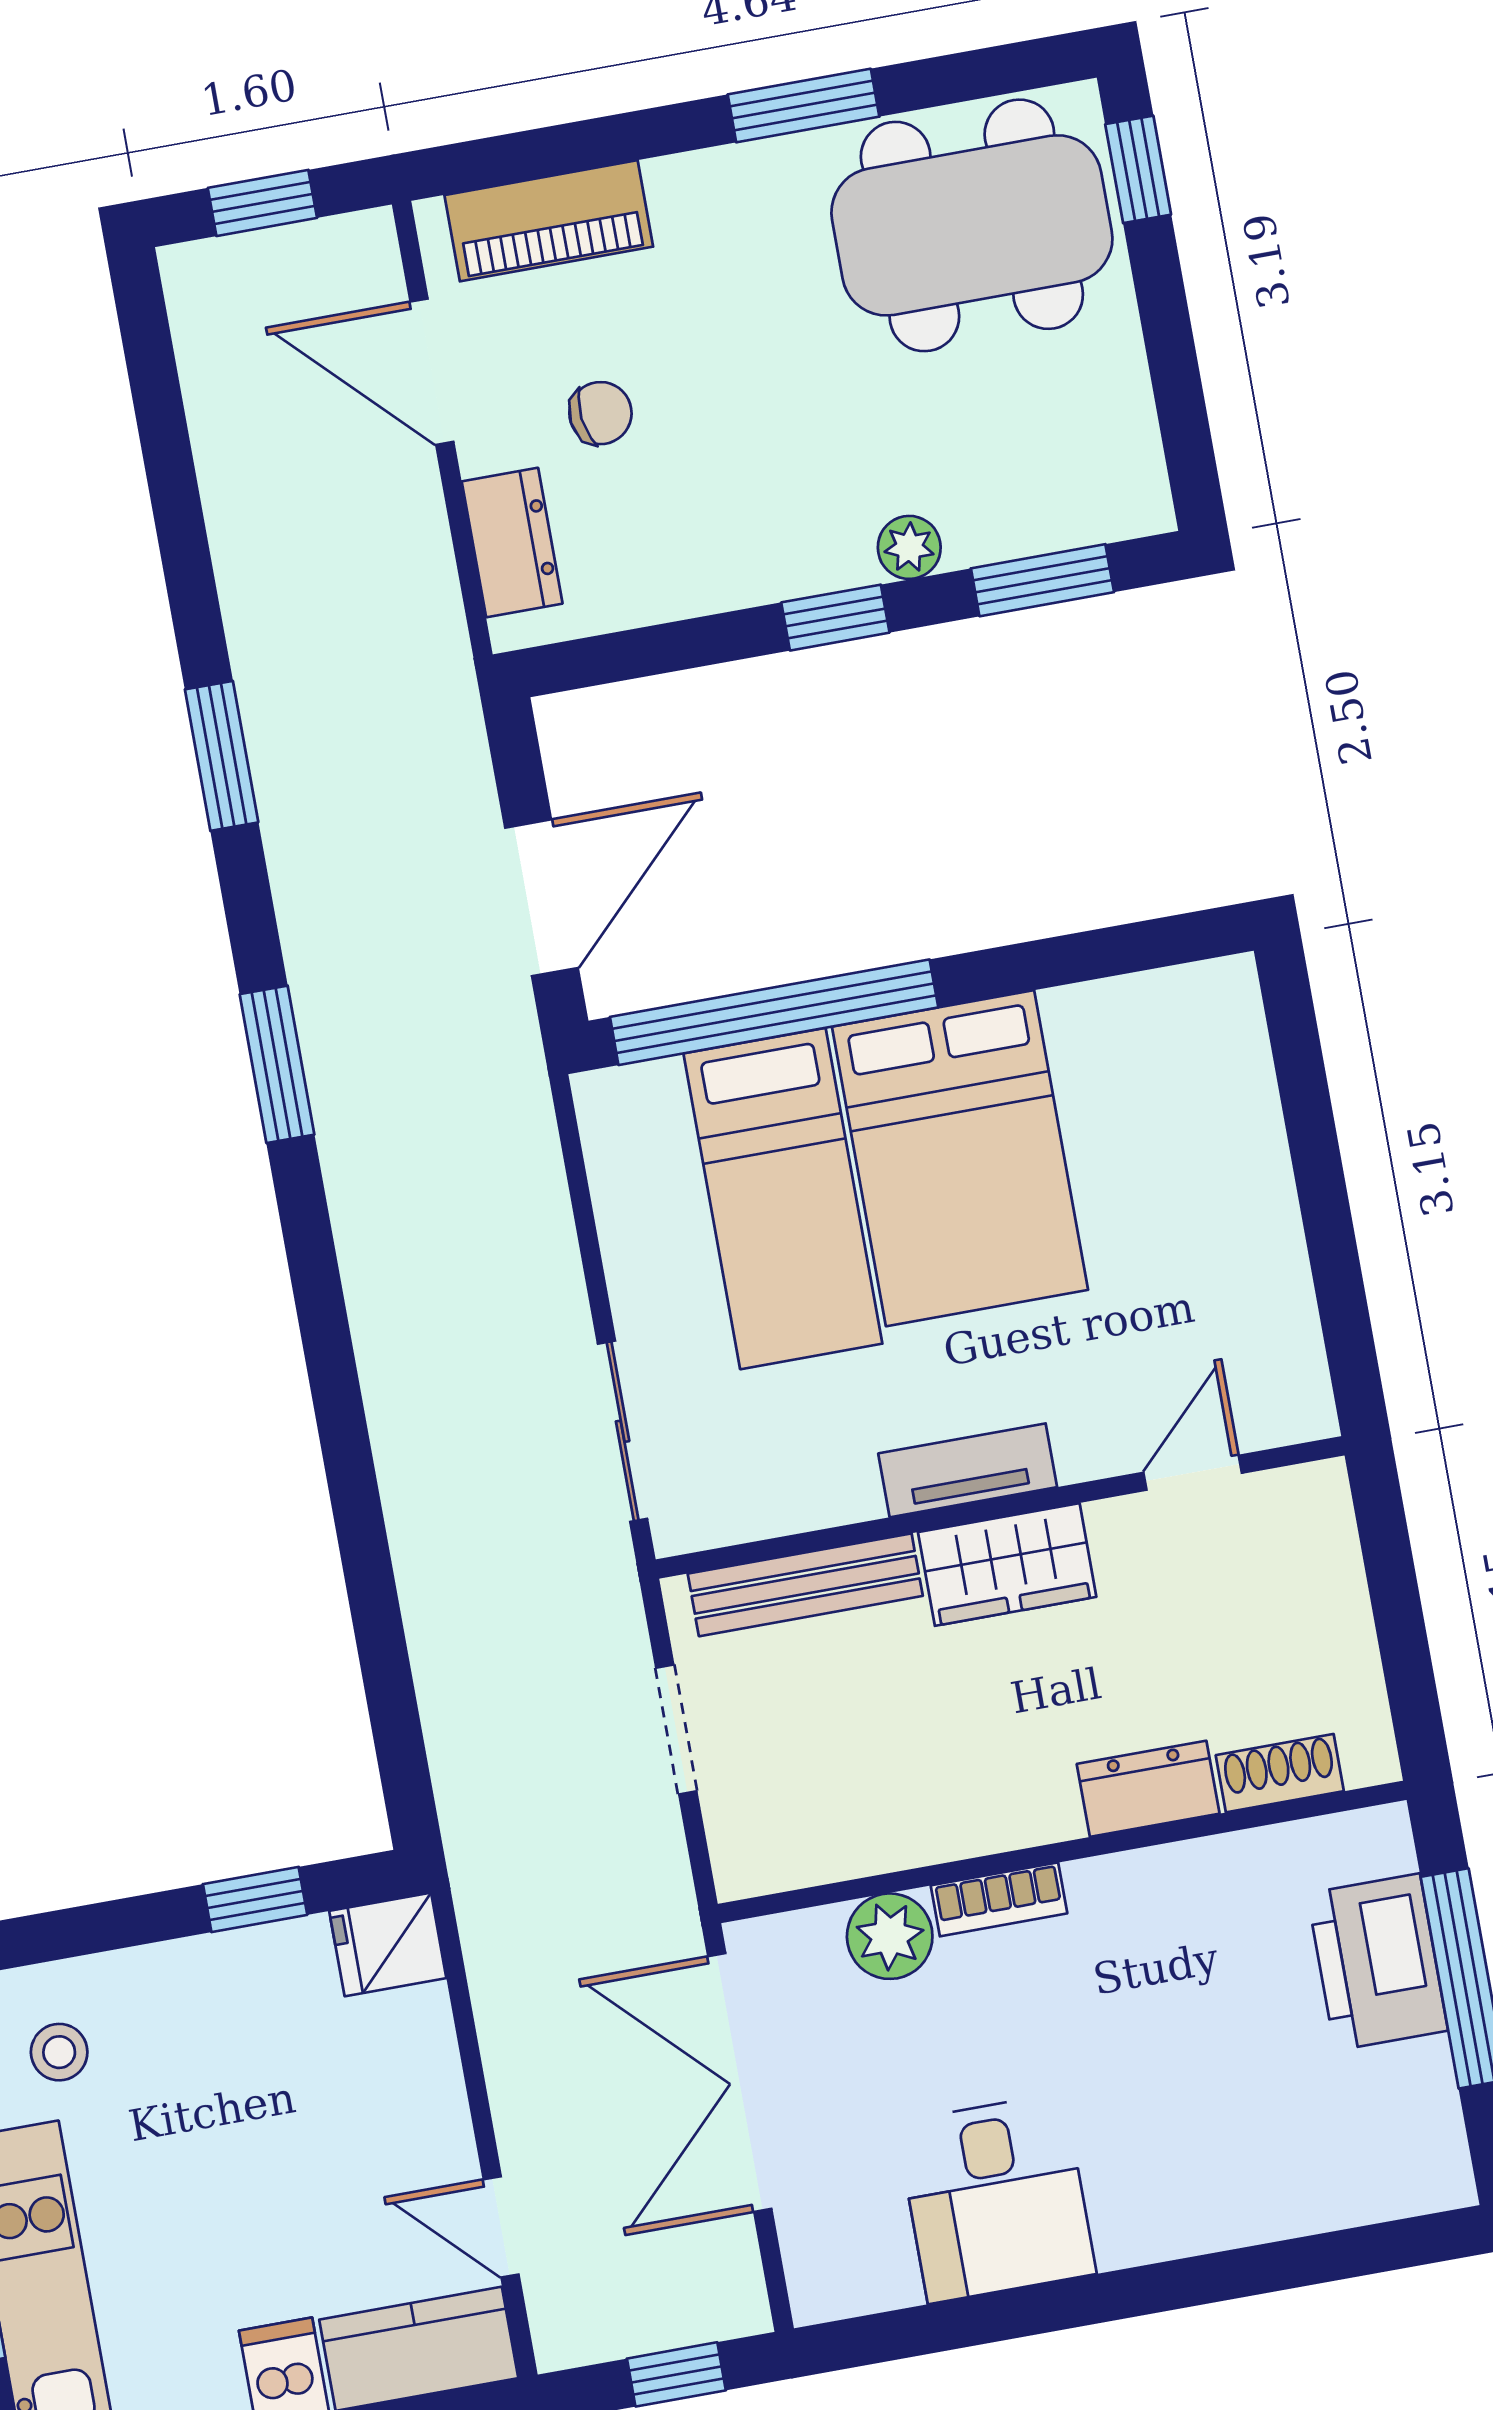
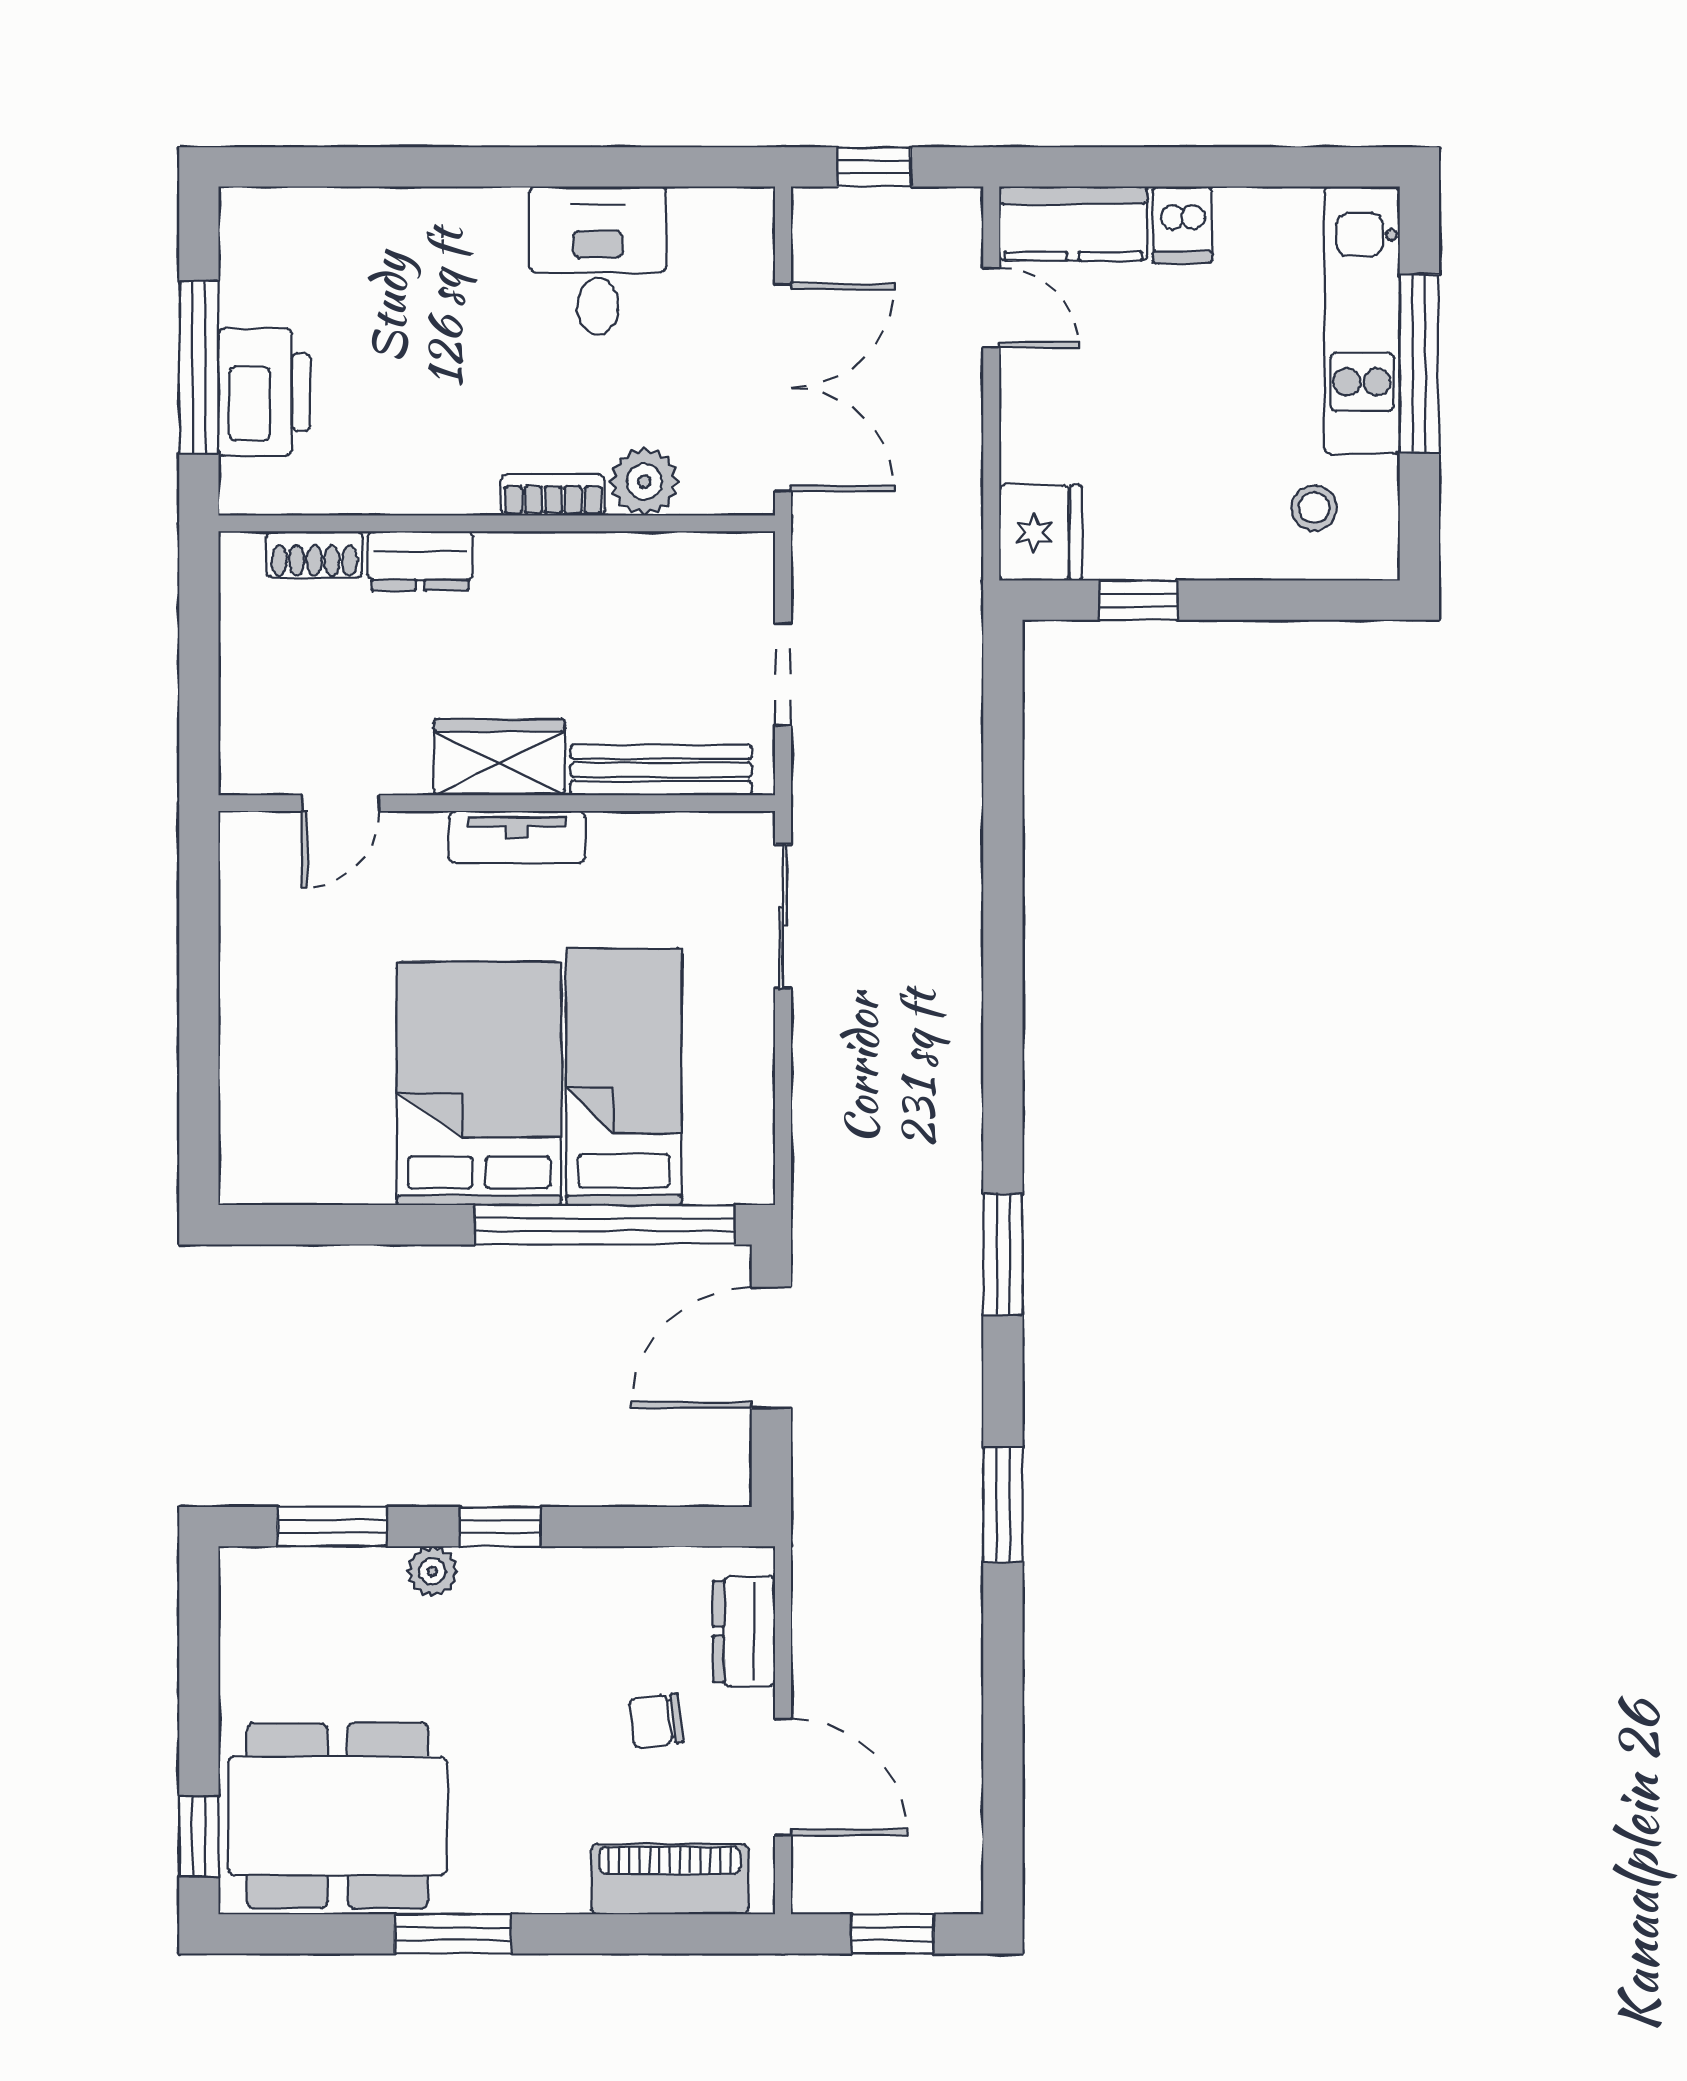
fridge: (388, 1944) -> (1040, 533), width x1.38

